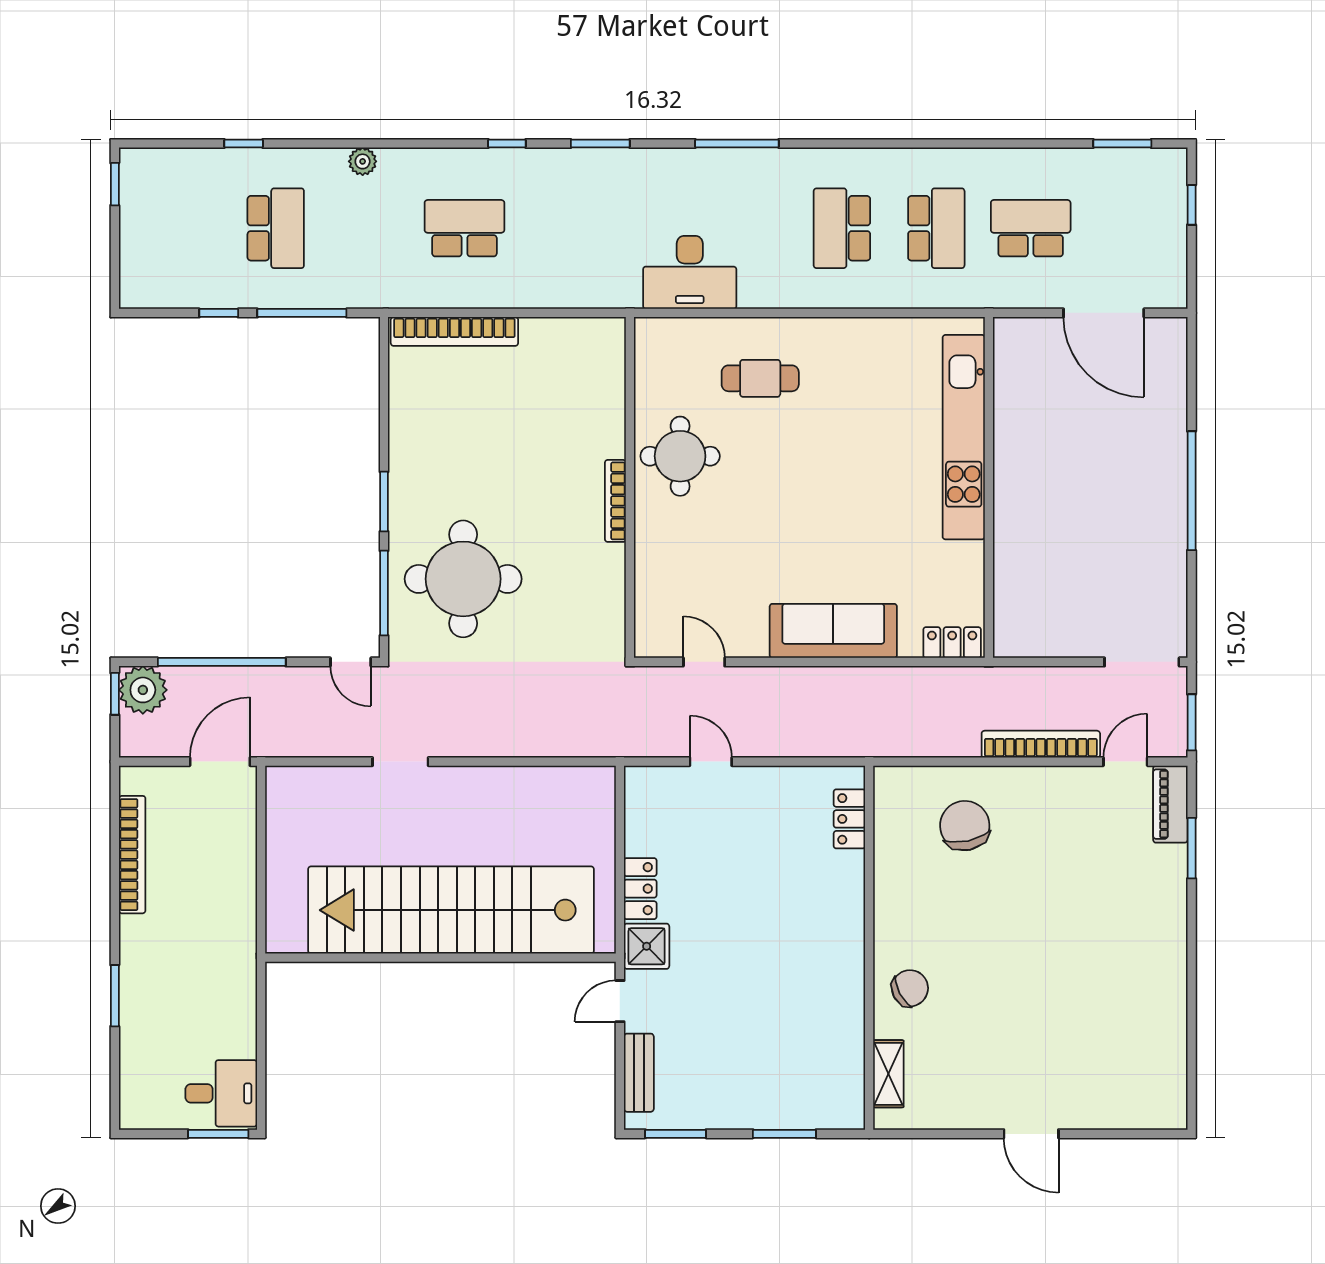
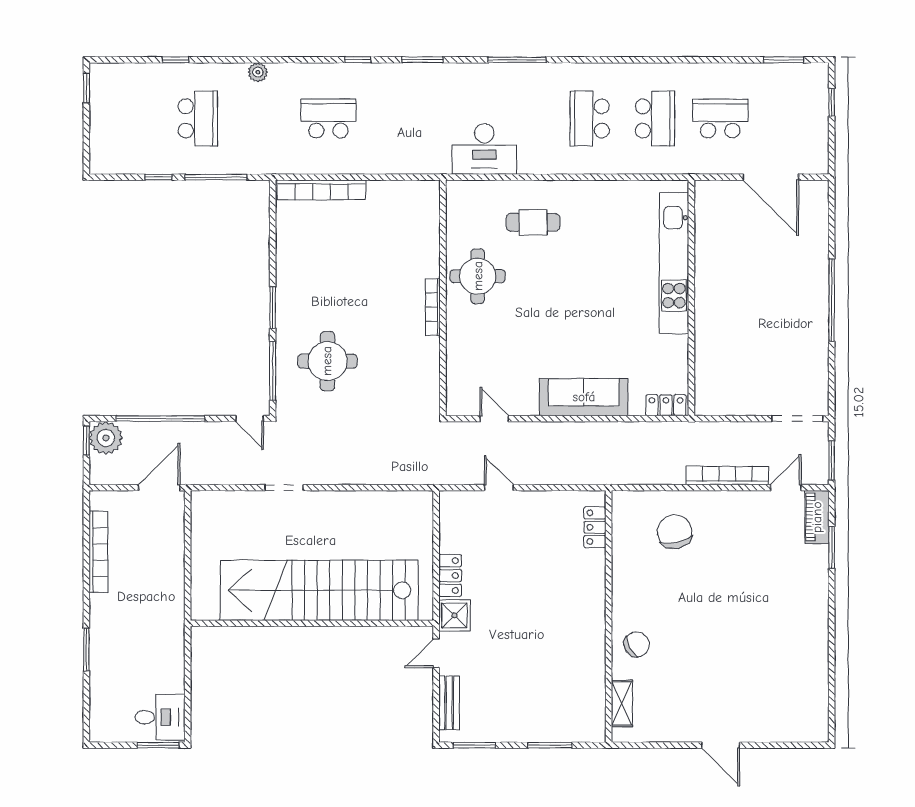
round table: (463, 579) -> (327, 361), width x0.73, depth x0.73

